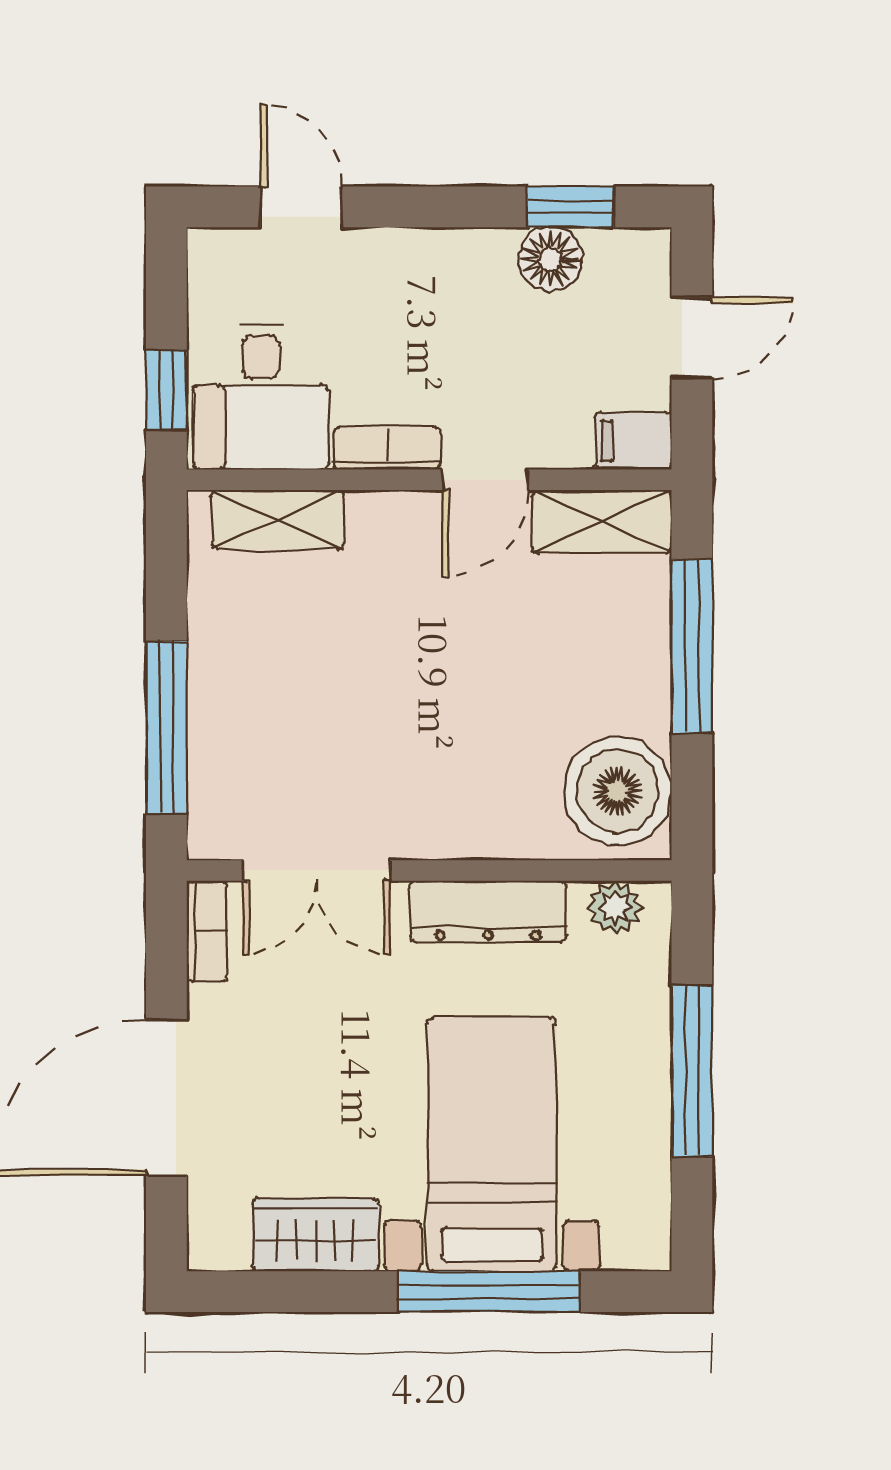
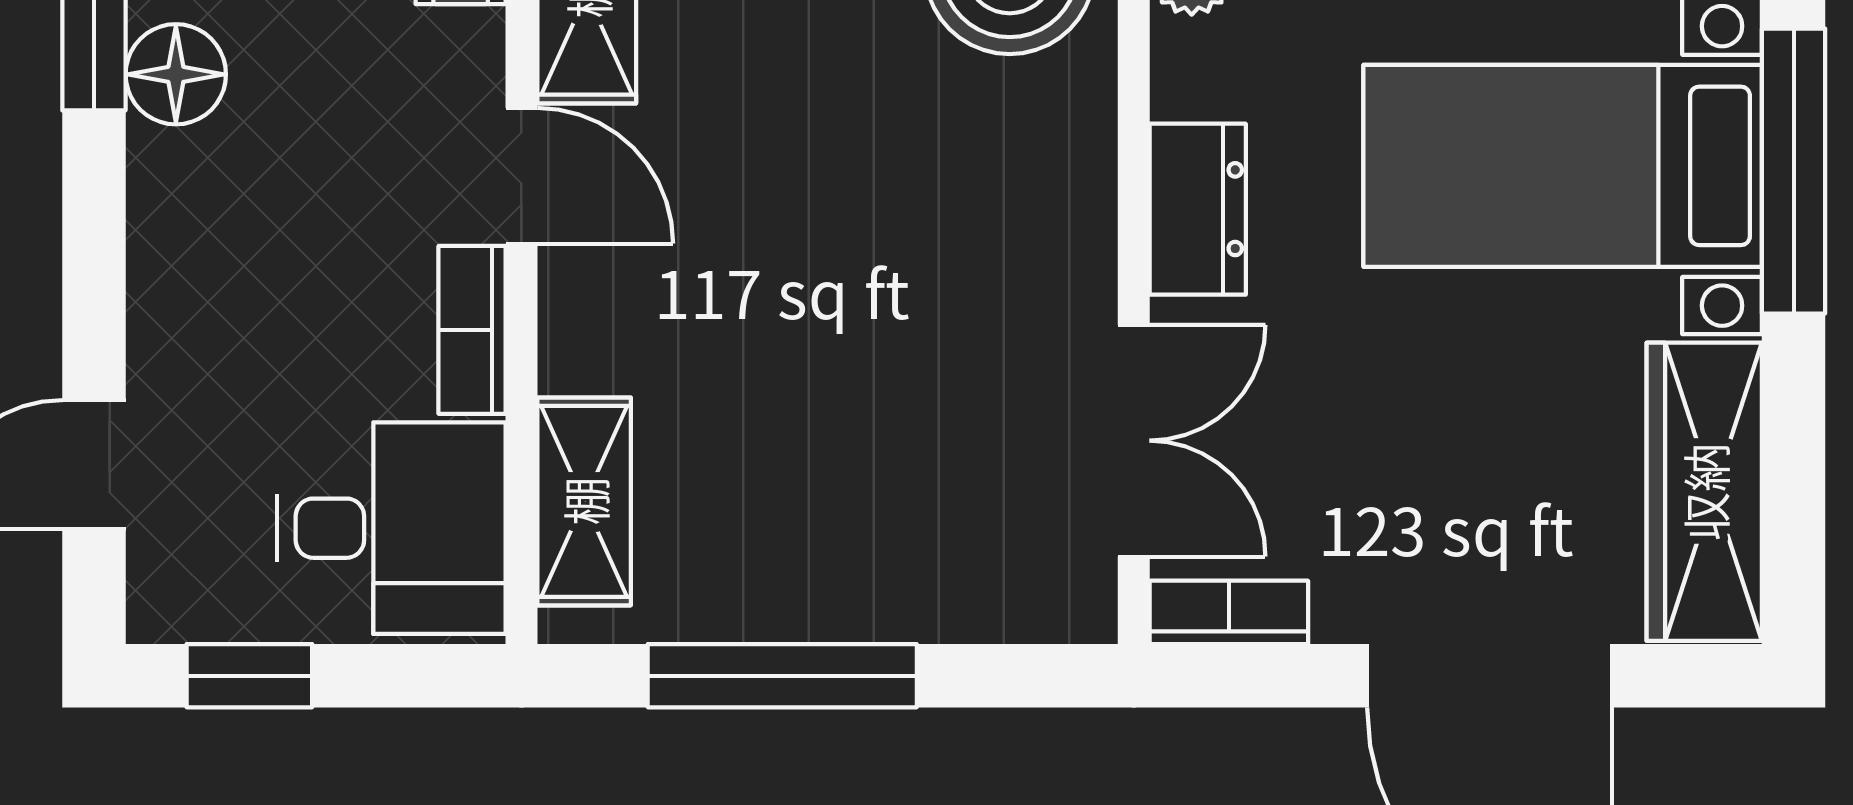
window: (166, 390) -> (249, 676), moved
window: (166, 727) -> (782, 676), moved
dresser: (488, 911) -> (1198, 209), width x0.70
wardrobe: (316, 1235) -> (1704, 492), width x1.50

